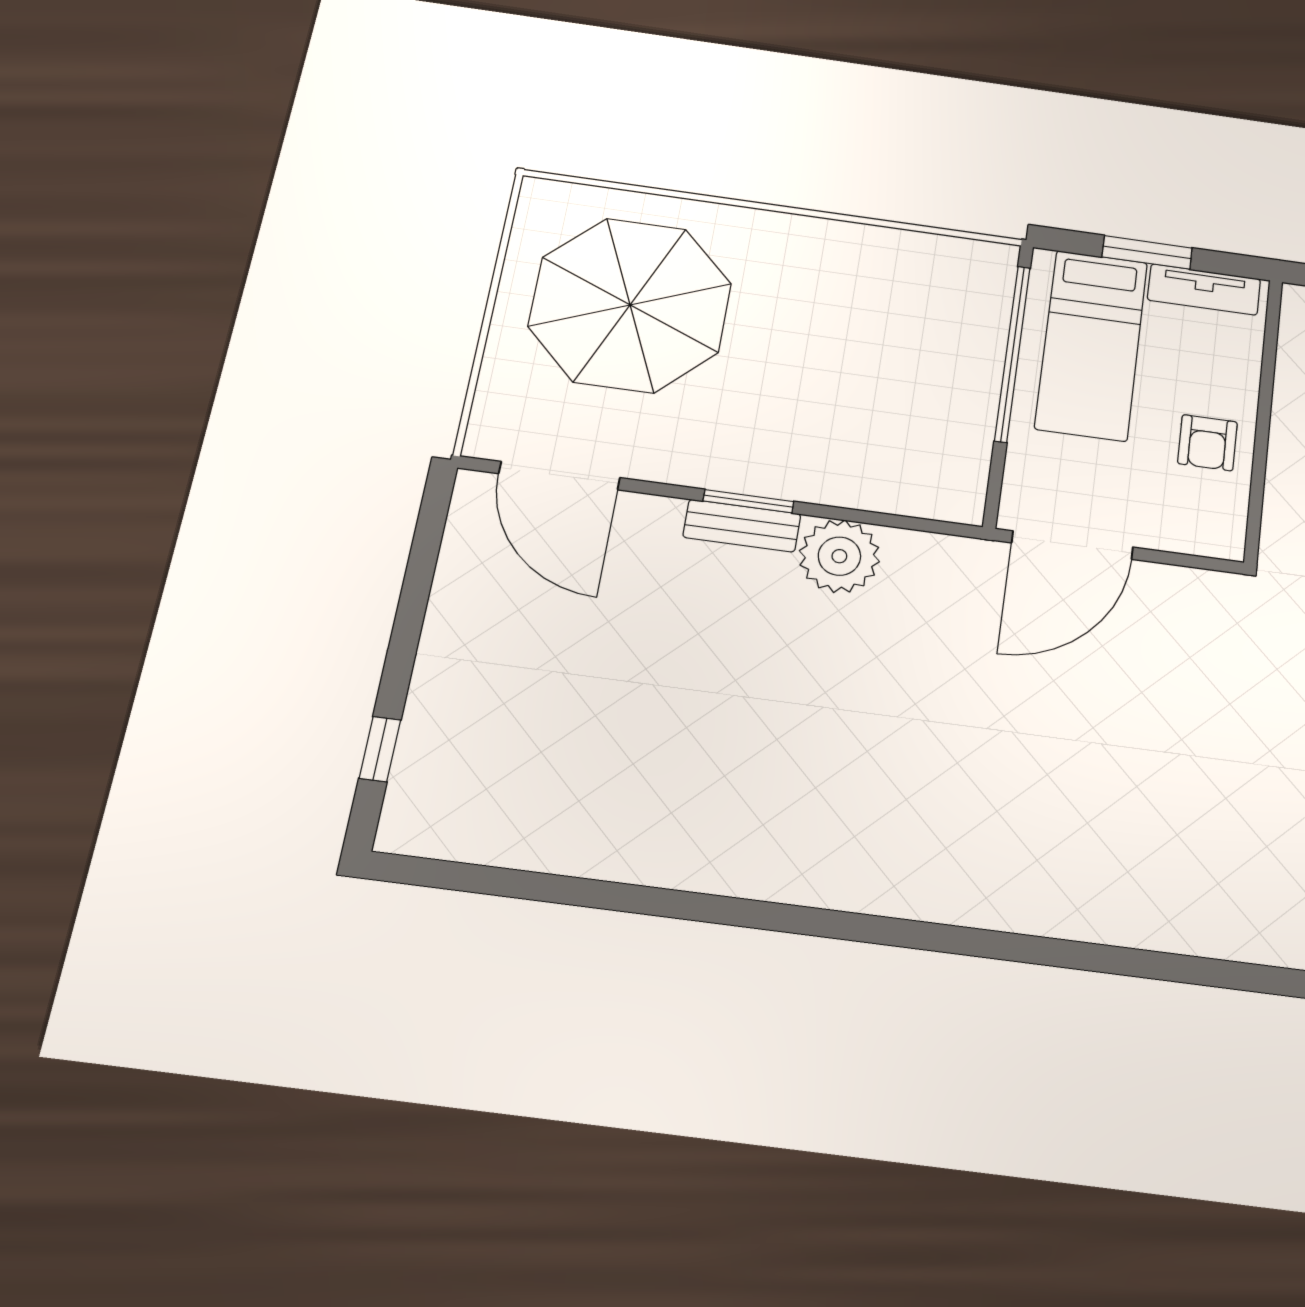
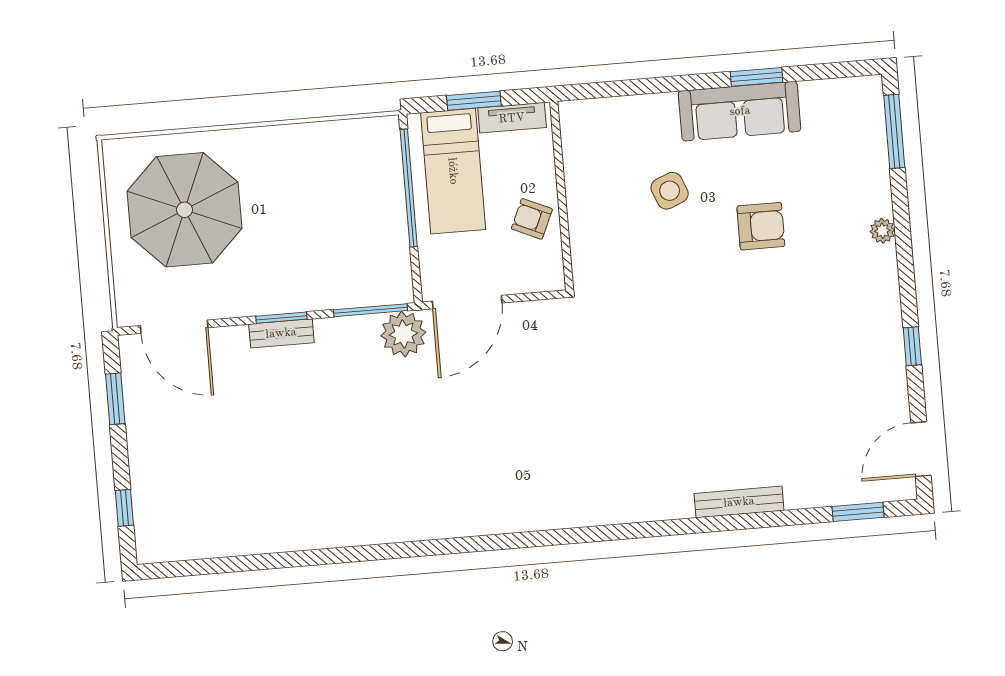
armchair: (1207, 443) -> (532, 219), turned 114
window: (904, 522) -> (370, 310), added
plant: (839, 556) -> (403, 334), moved
window: (421, 567) -> (115, 399), added

